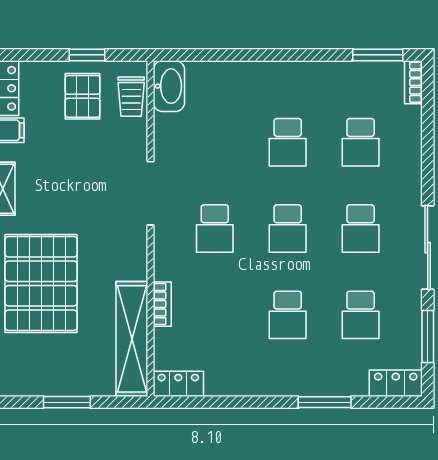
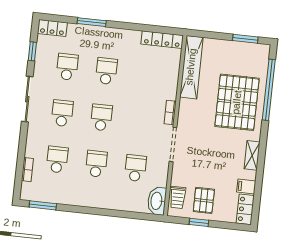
bookcase: (413, 82) -> (27, 170), moved
trolley: (131, 97) -> (178, 197), turned 180
school desk: (215, 229) -> (135, 168), moved
bookcase: (162, 304) -> (170, 112), moved
window: (428, 336) -> (32, 51), width x0.67
locker: (178, 384) -> (162, 40), width x1.53
window: (67, 402) -> (245, 39), moved

